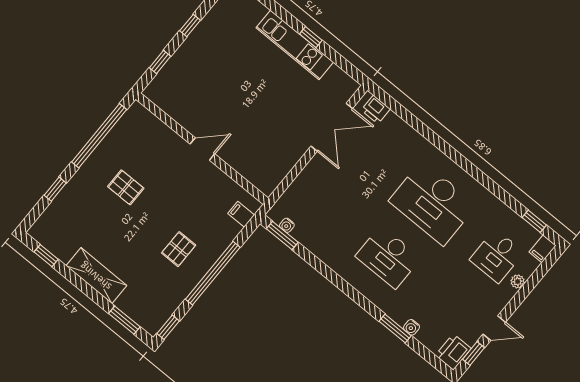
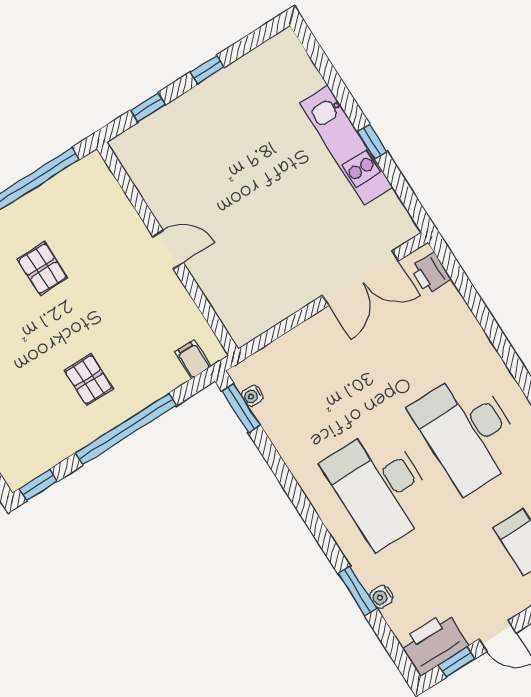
pallet: (179, 249) -> (89, 380), turned 90
desk: (388, 257) -> (380, 487), width x1.36, depth x1.30
printer: (453, 352) -> (434, 644), width x1.37, depth x1.19

